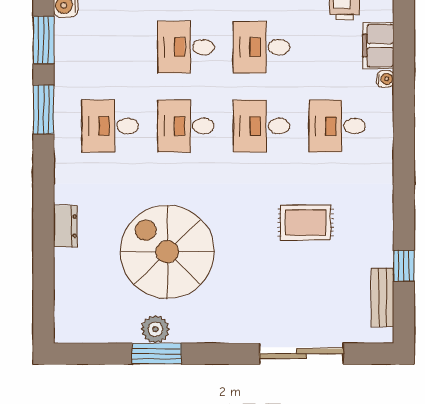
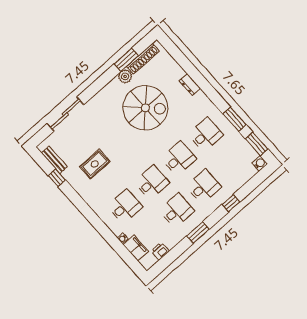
rug: (306, 223) -> (95, 164), moved
shoe rack: (103, 332) -> (143, 59), added
window: (157, 354) -> (126, 60), moved

